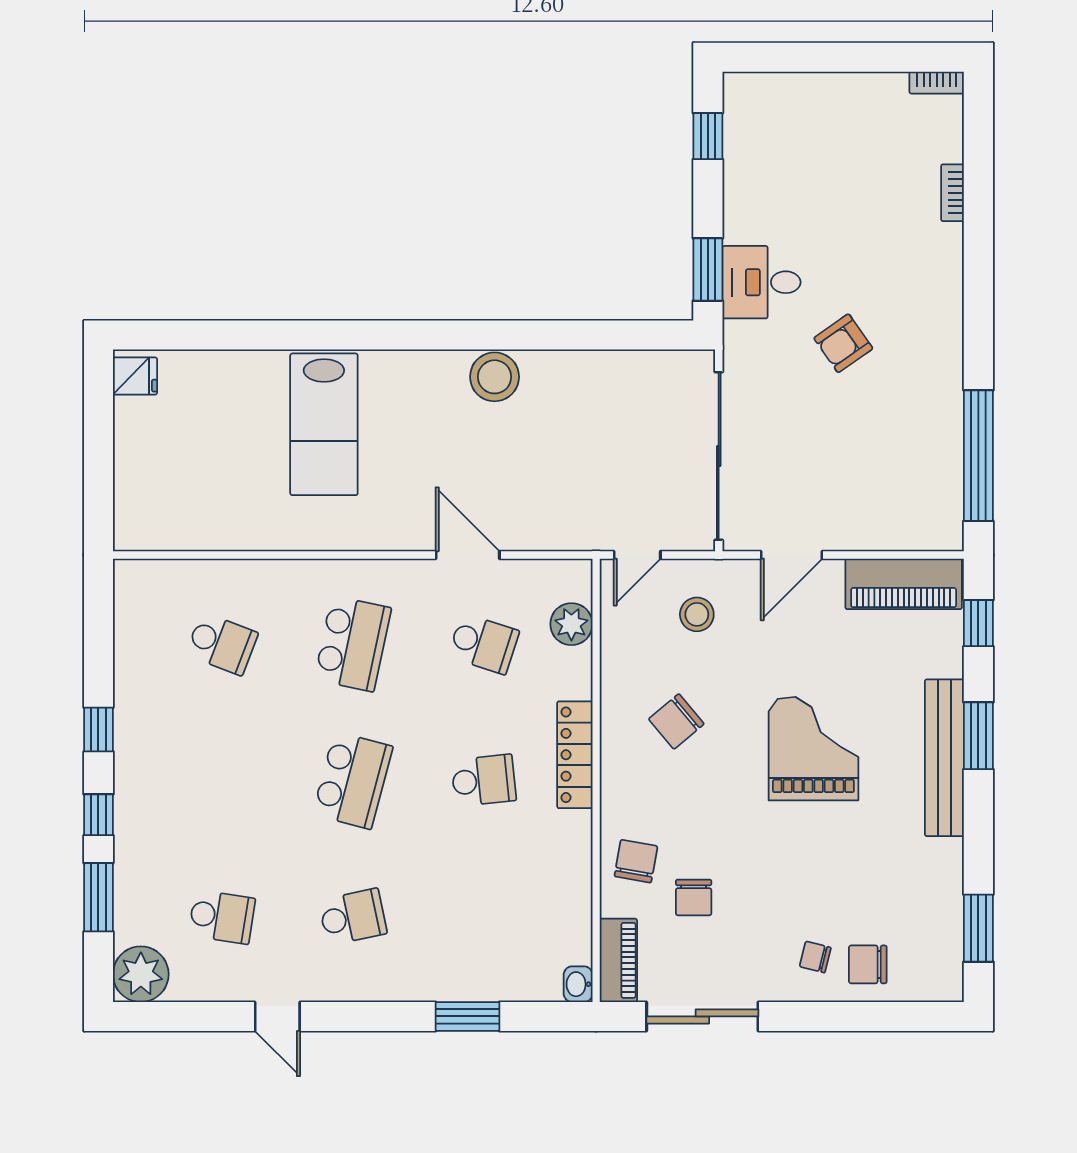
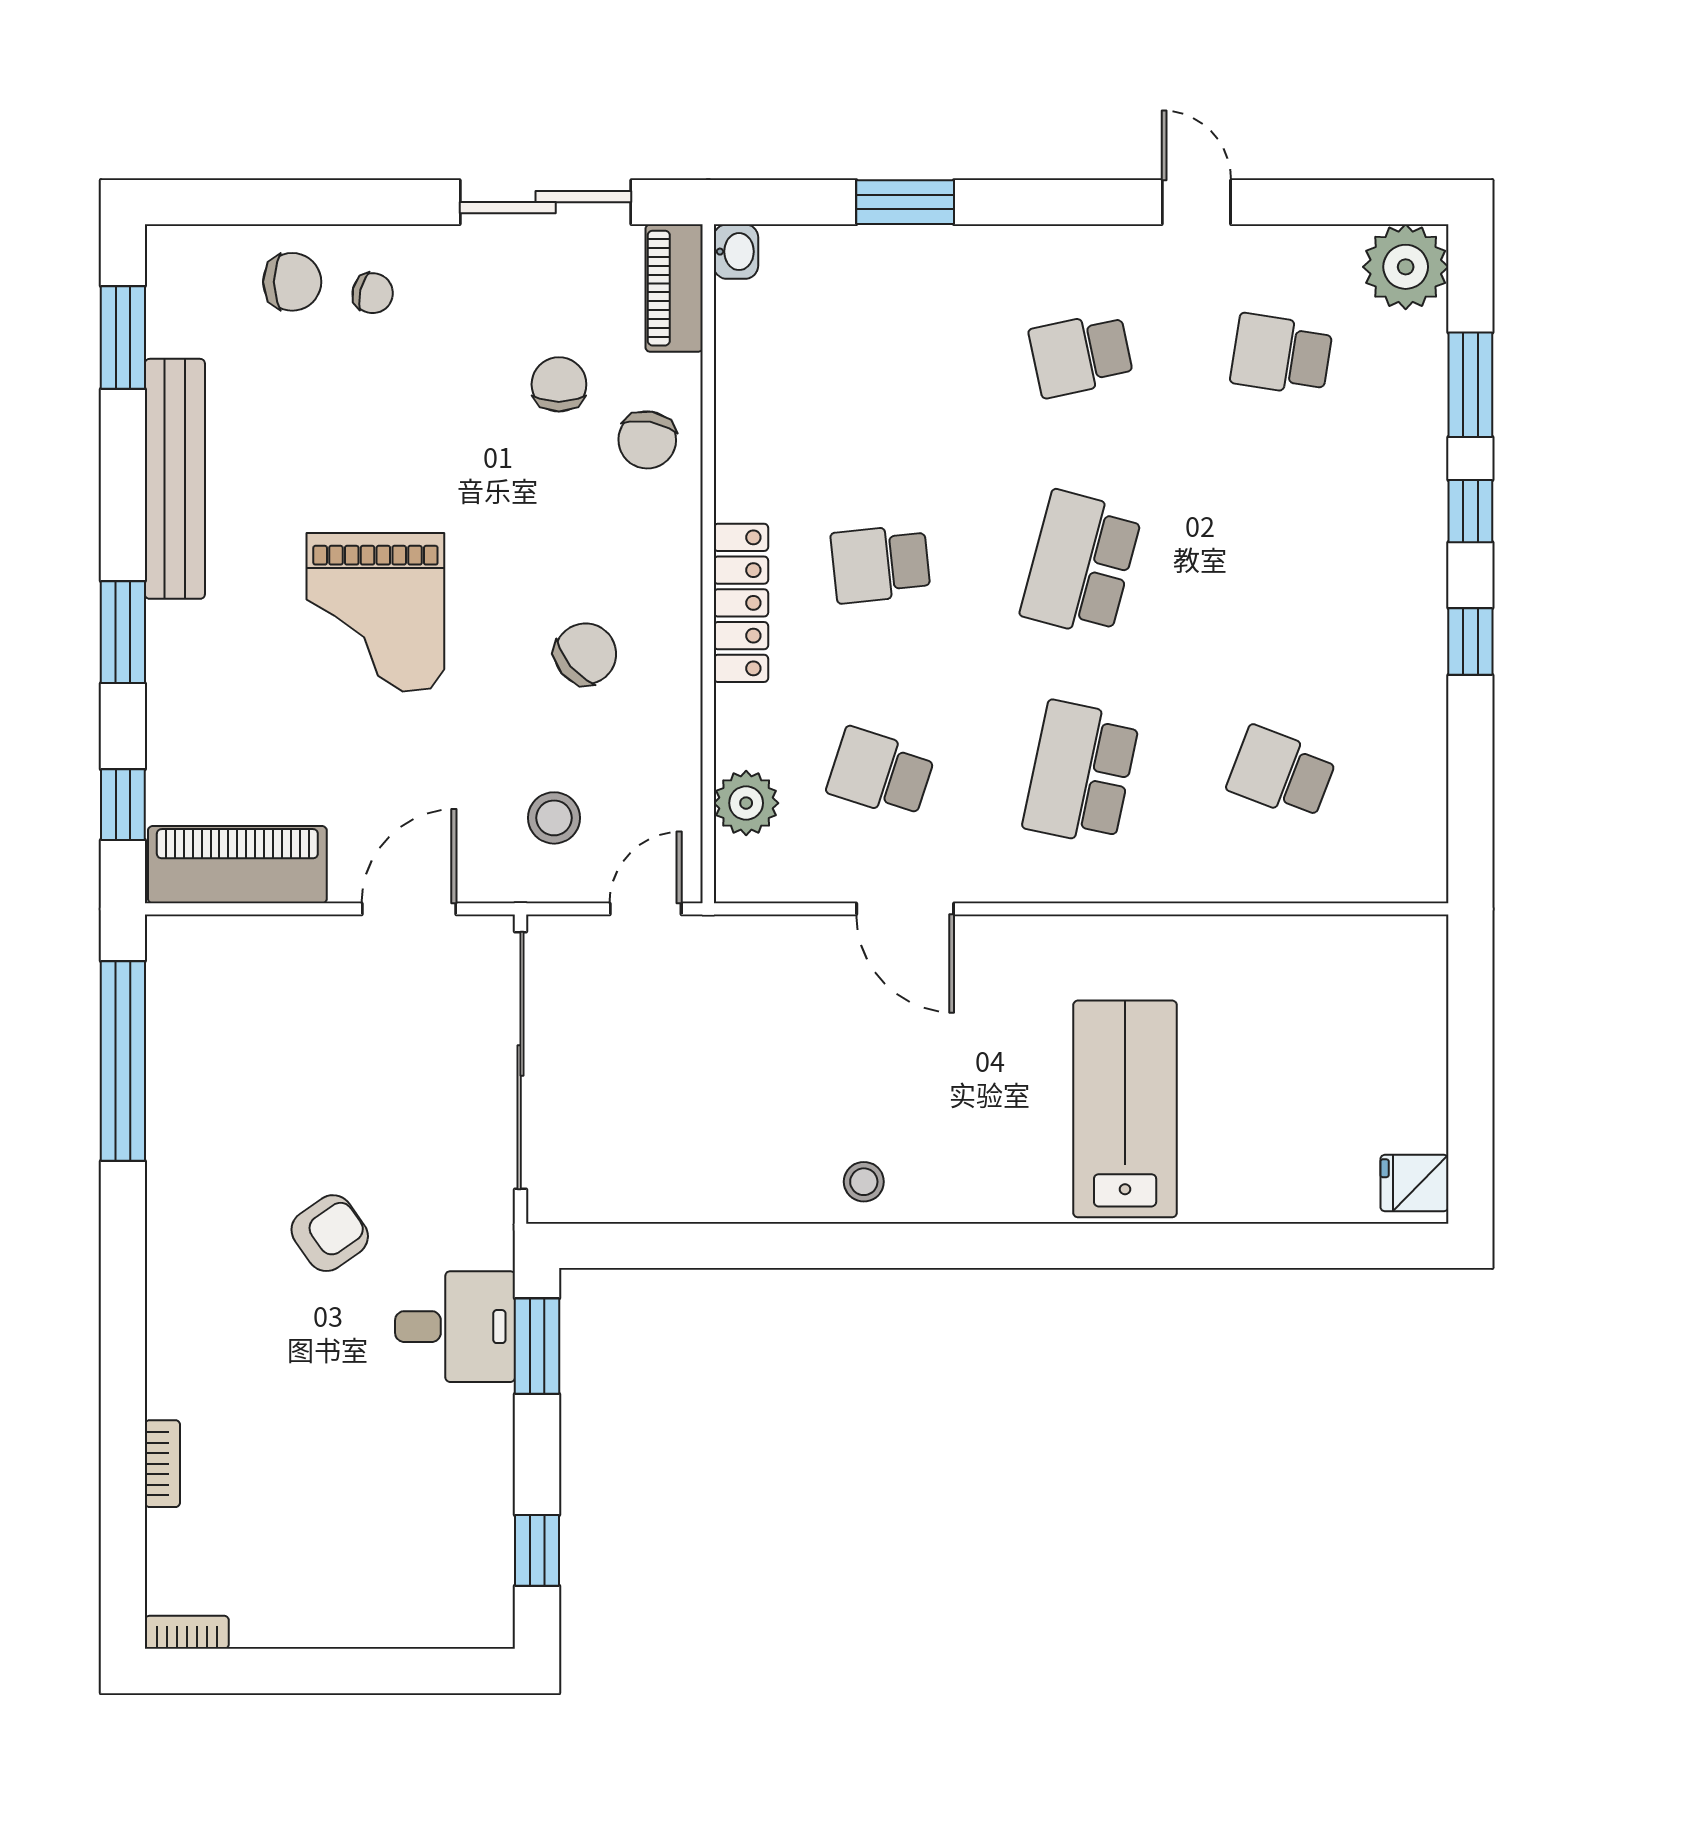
stool: (495, 377) -> (864, 1182), width x0.53, depth x0.53
bench: (944, 758) -> (175, 479), moved

